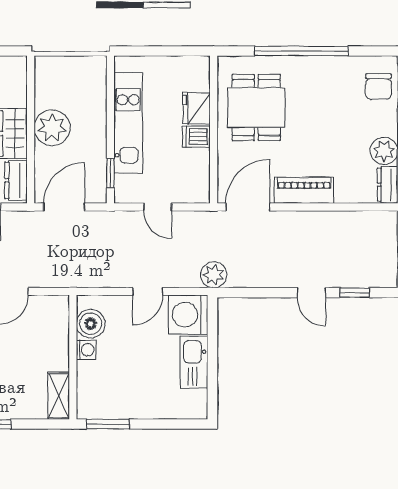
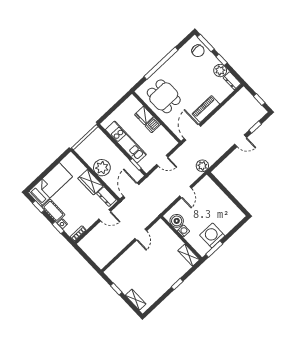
washing machine: (188, 315) -> (212, 235), moved, turned 90
kitchen sink: (194, 362) -> (223, 201), removed

